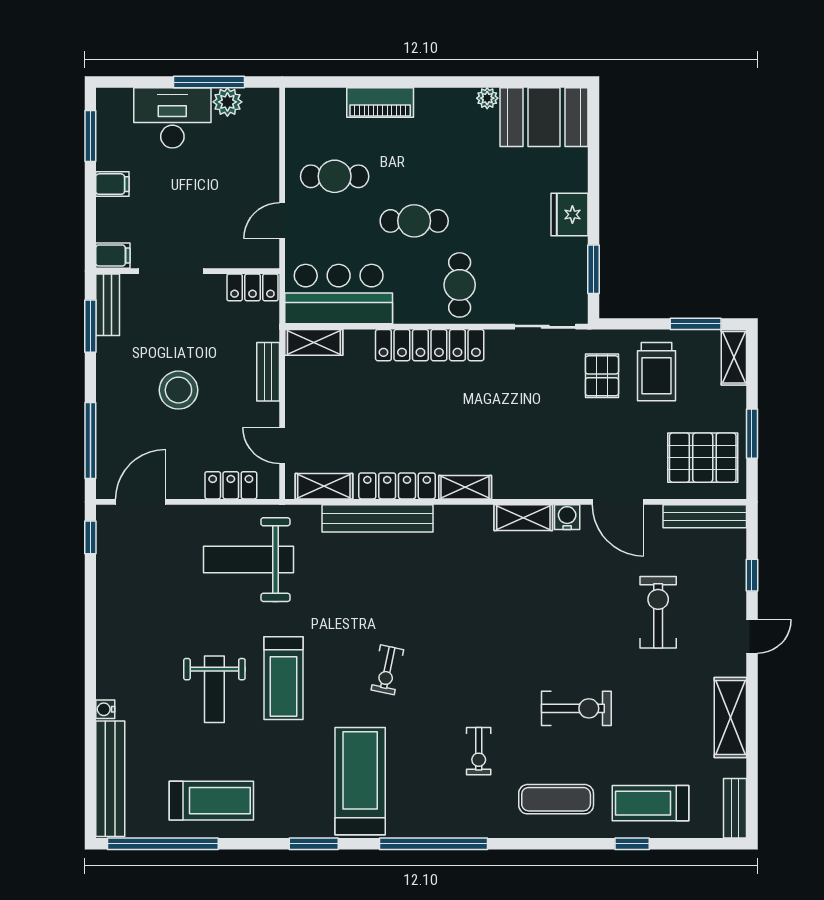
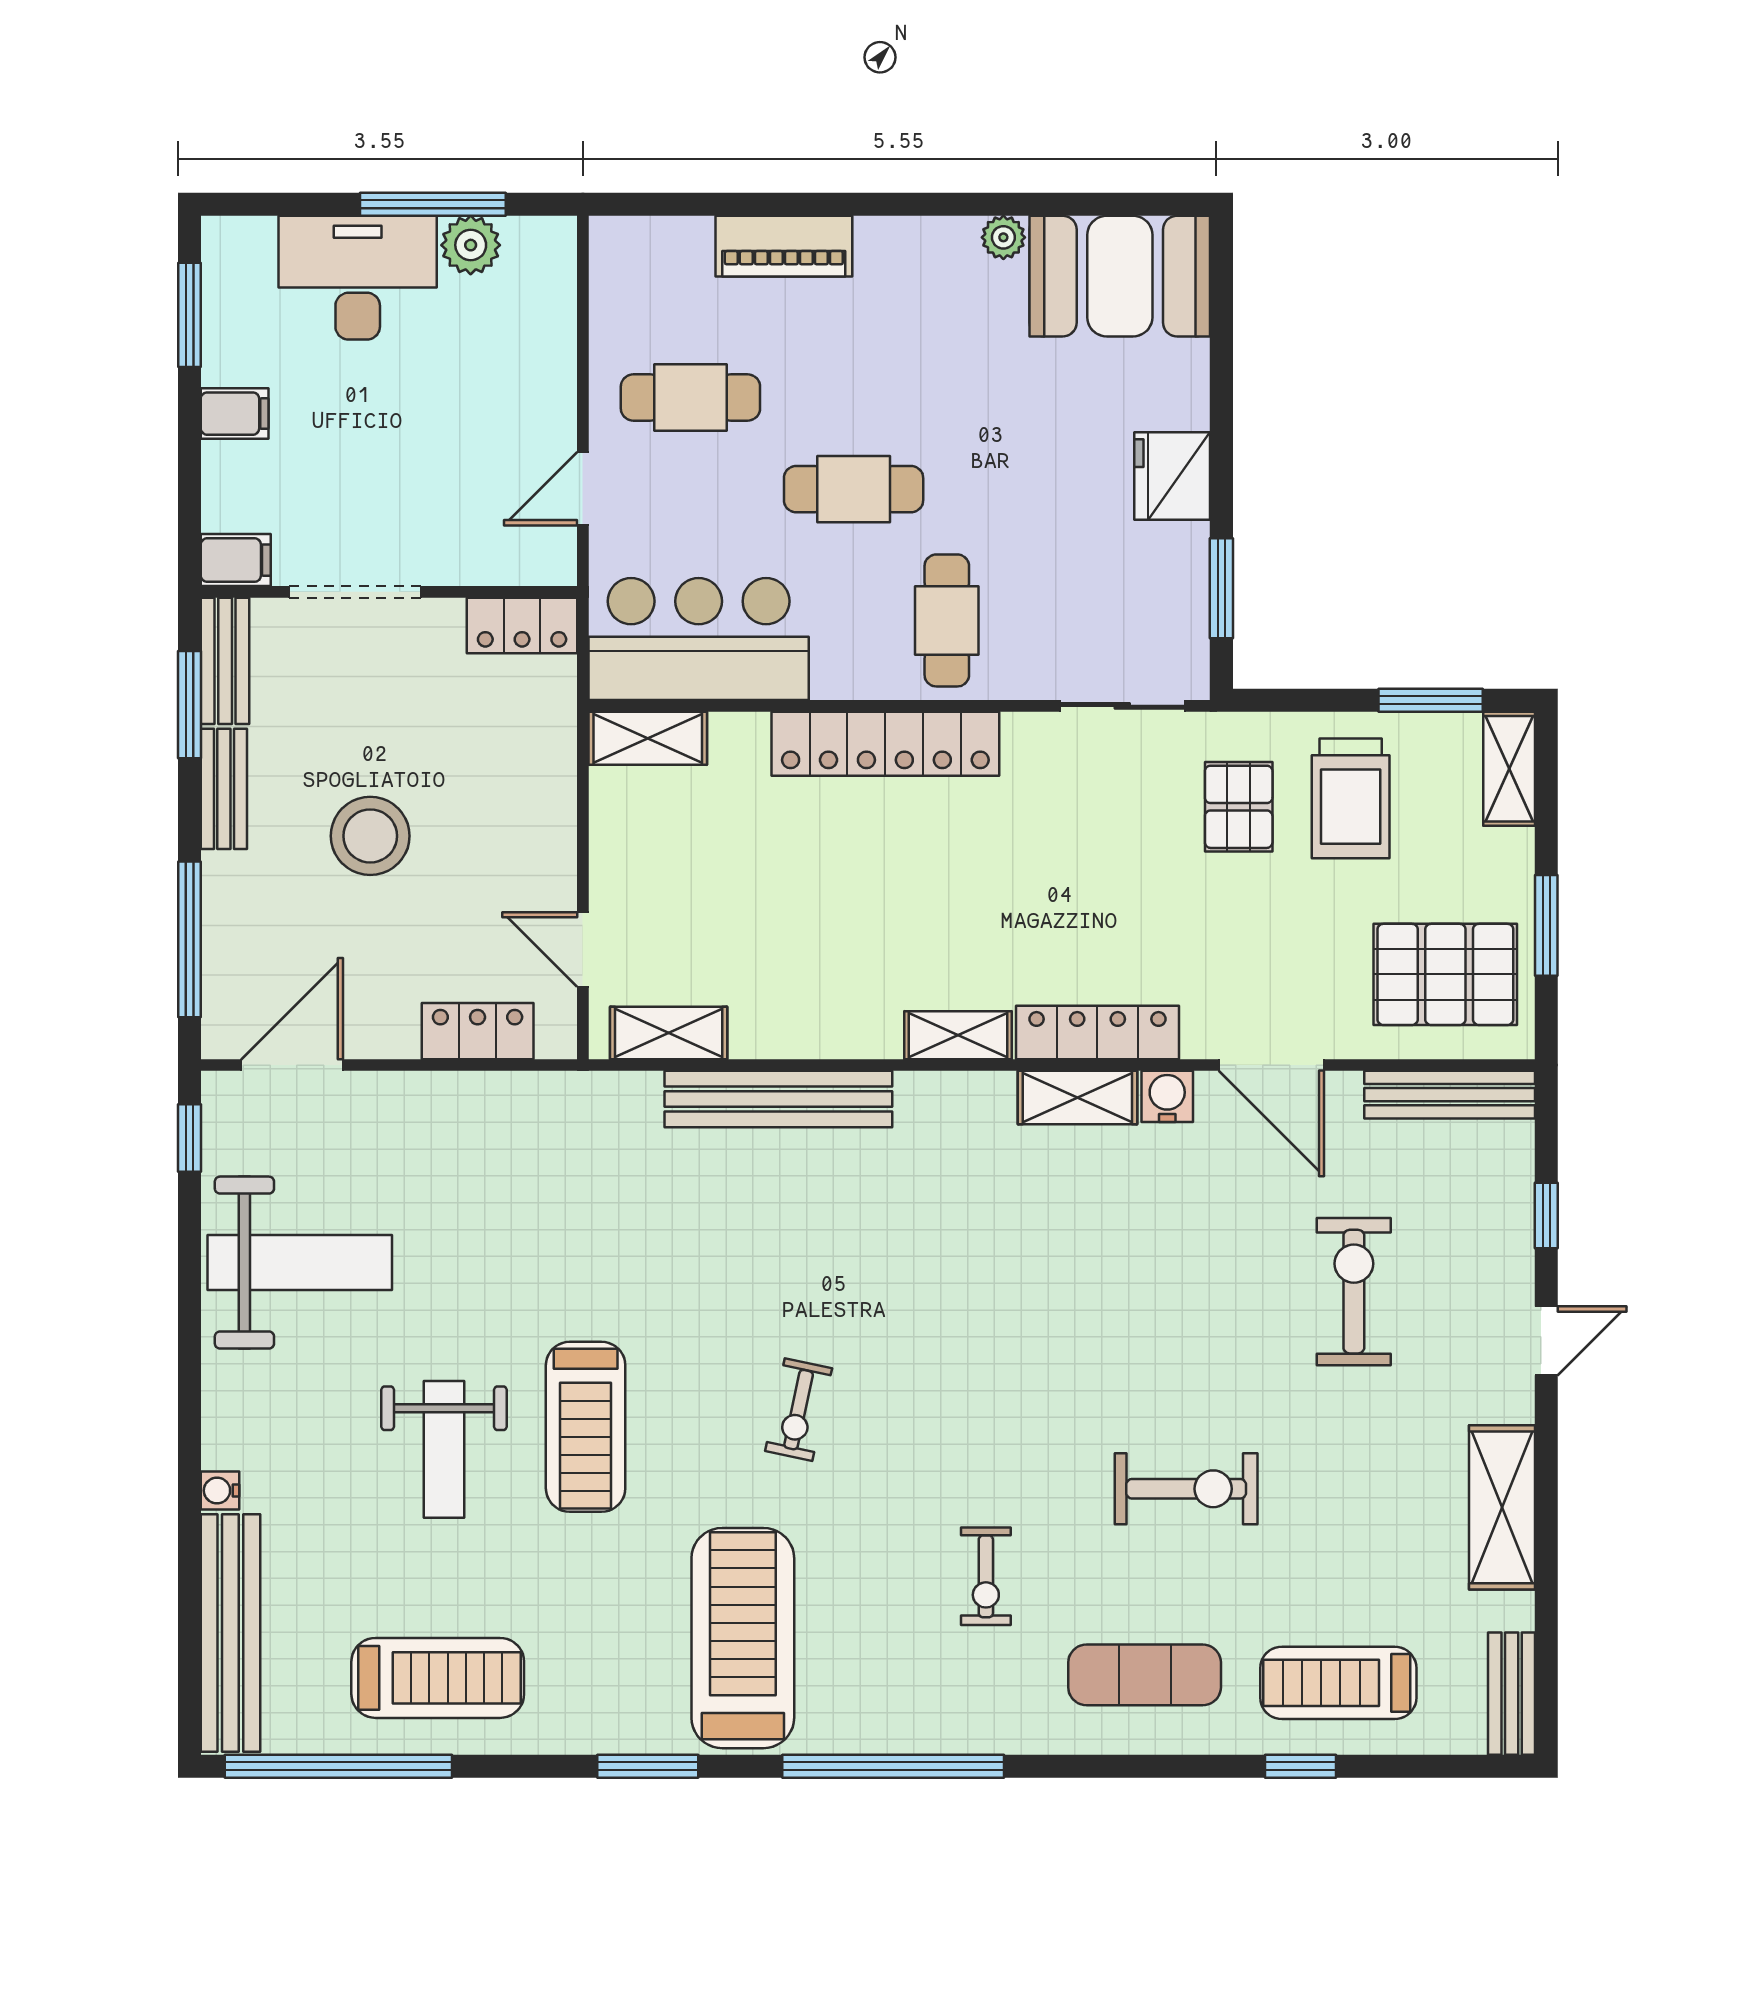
bench: (268, 372) -> (224, 789), moved
locker: (397, 486) -> (1097, 1032), moved
weight bench: (249, 560) -> (300, 1263), moved, turned 180

